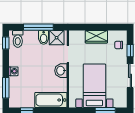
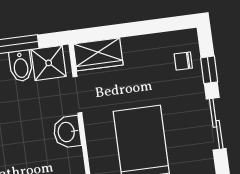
wardrobe: (96, 37) -> (98, 54), moved

